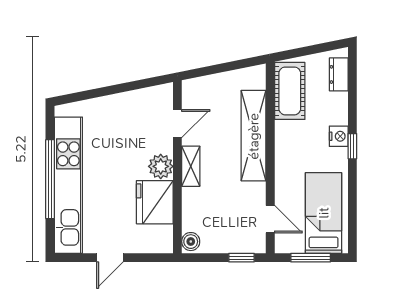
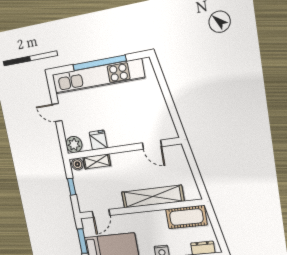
plant: (161, 166) -> (74, 145), moved
shelving: (191, 166) -> (97, 162), moved
fridge: (155, 202) -> (98, 140), width x0.53, depth x0.75
window: (242, 258) -> (72, 187), moved

